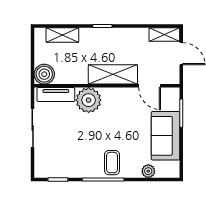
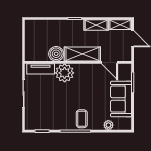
shelving: (62, 35) -> (96, 25), moved
boiler: (44, 74) -> (56, 54), moved

